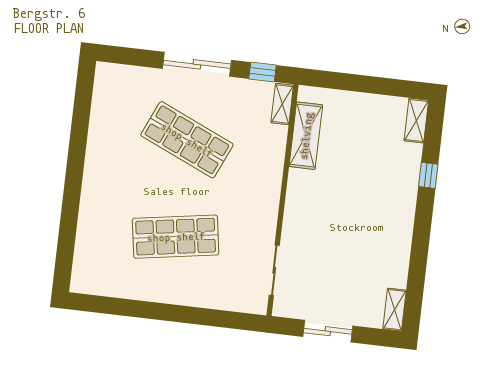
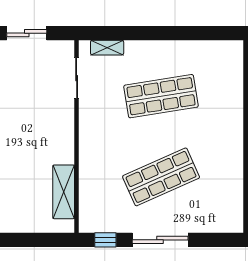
shelving: (282, 104) -> (107, 48), moved, turned 90
shop shelf: (187, 140) -> (161, 177), turned -48

